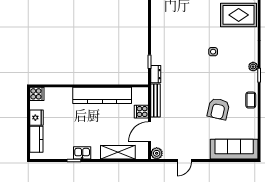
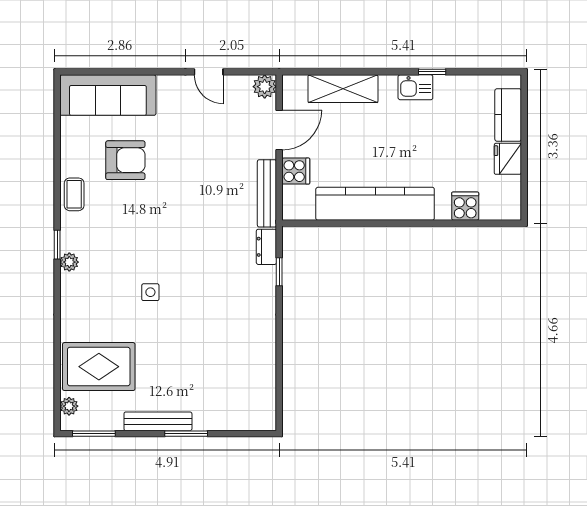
cooker: (37, 94) -> (465, 206), moved, turned 90
armchair: (218, 109) -> (125, 160), moved, turned 77
door: (184, 160) -> (209, 72), swing flipped

